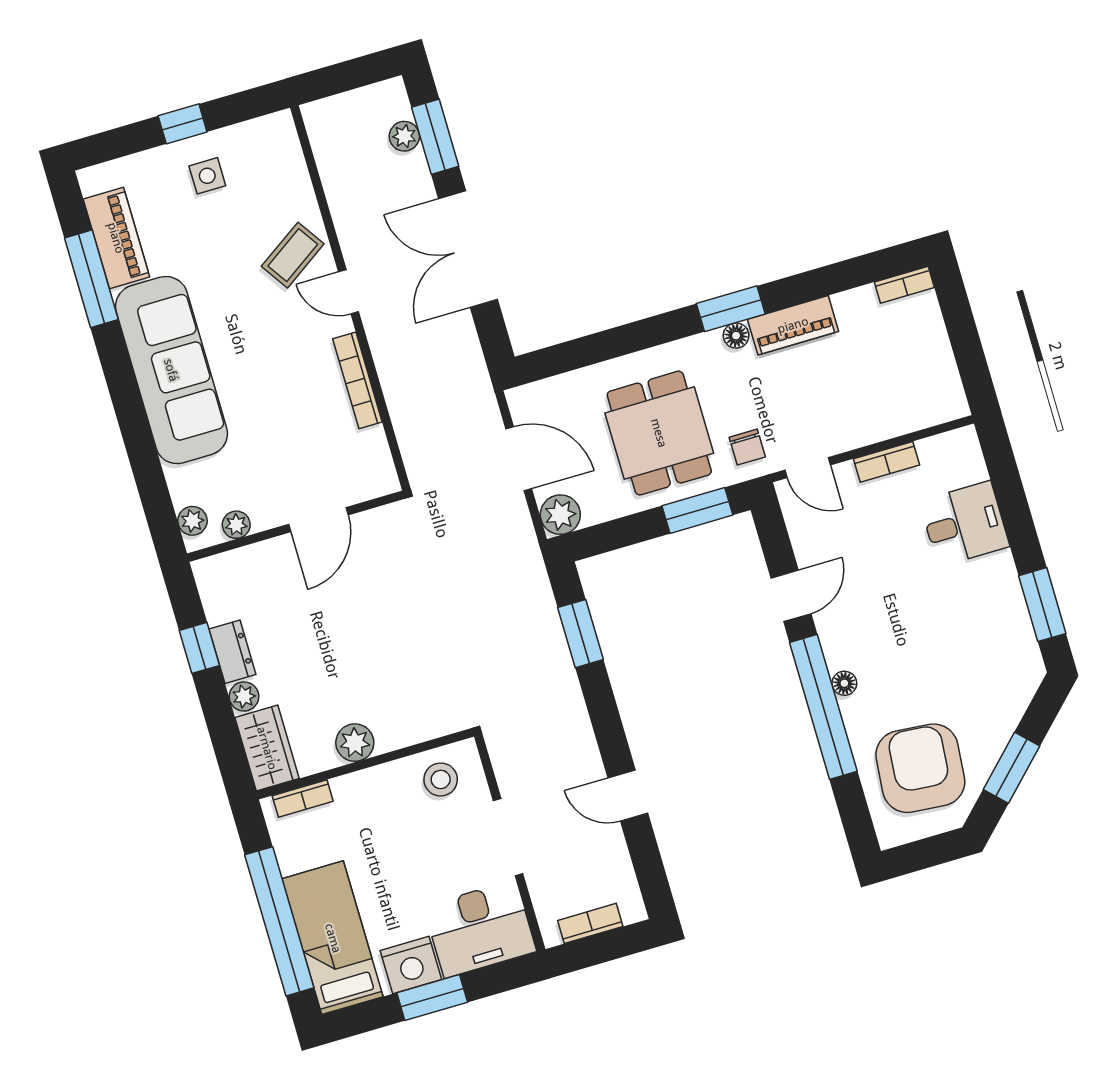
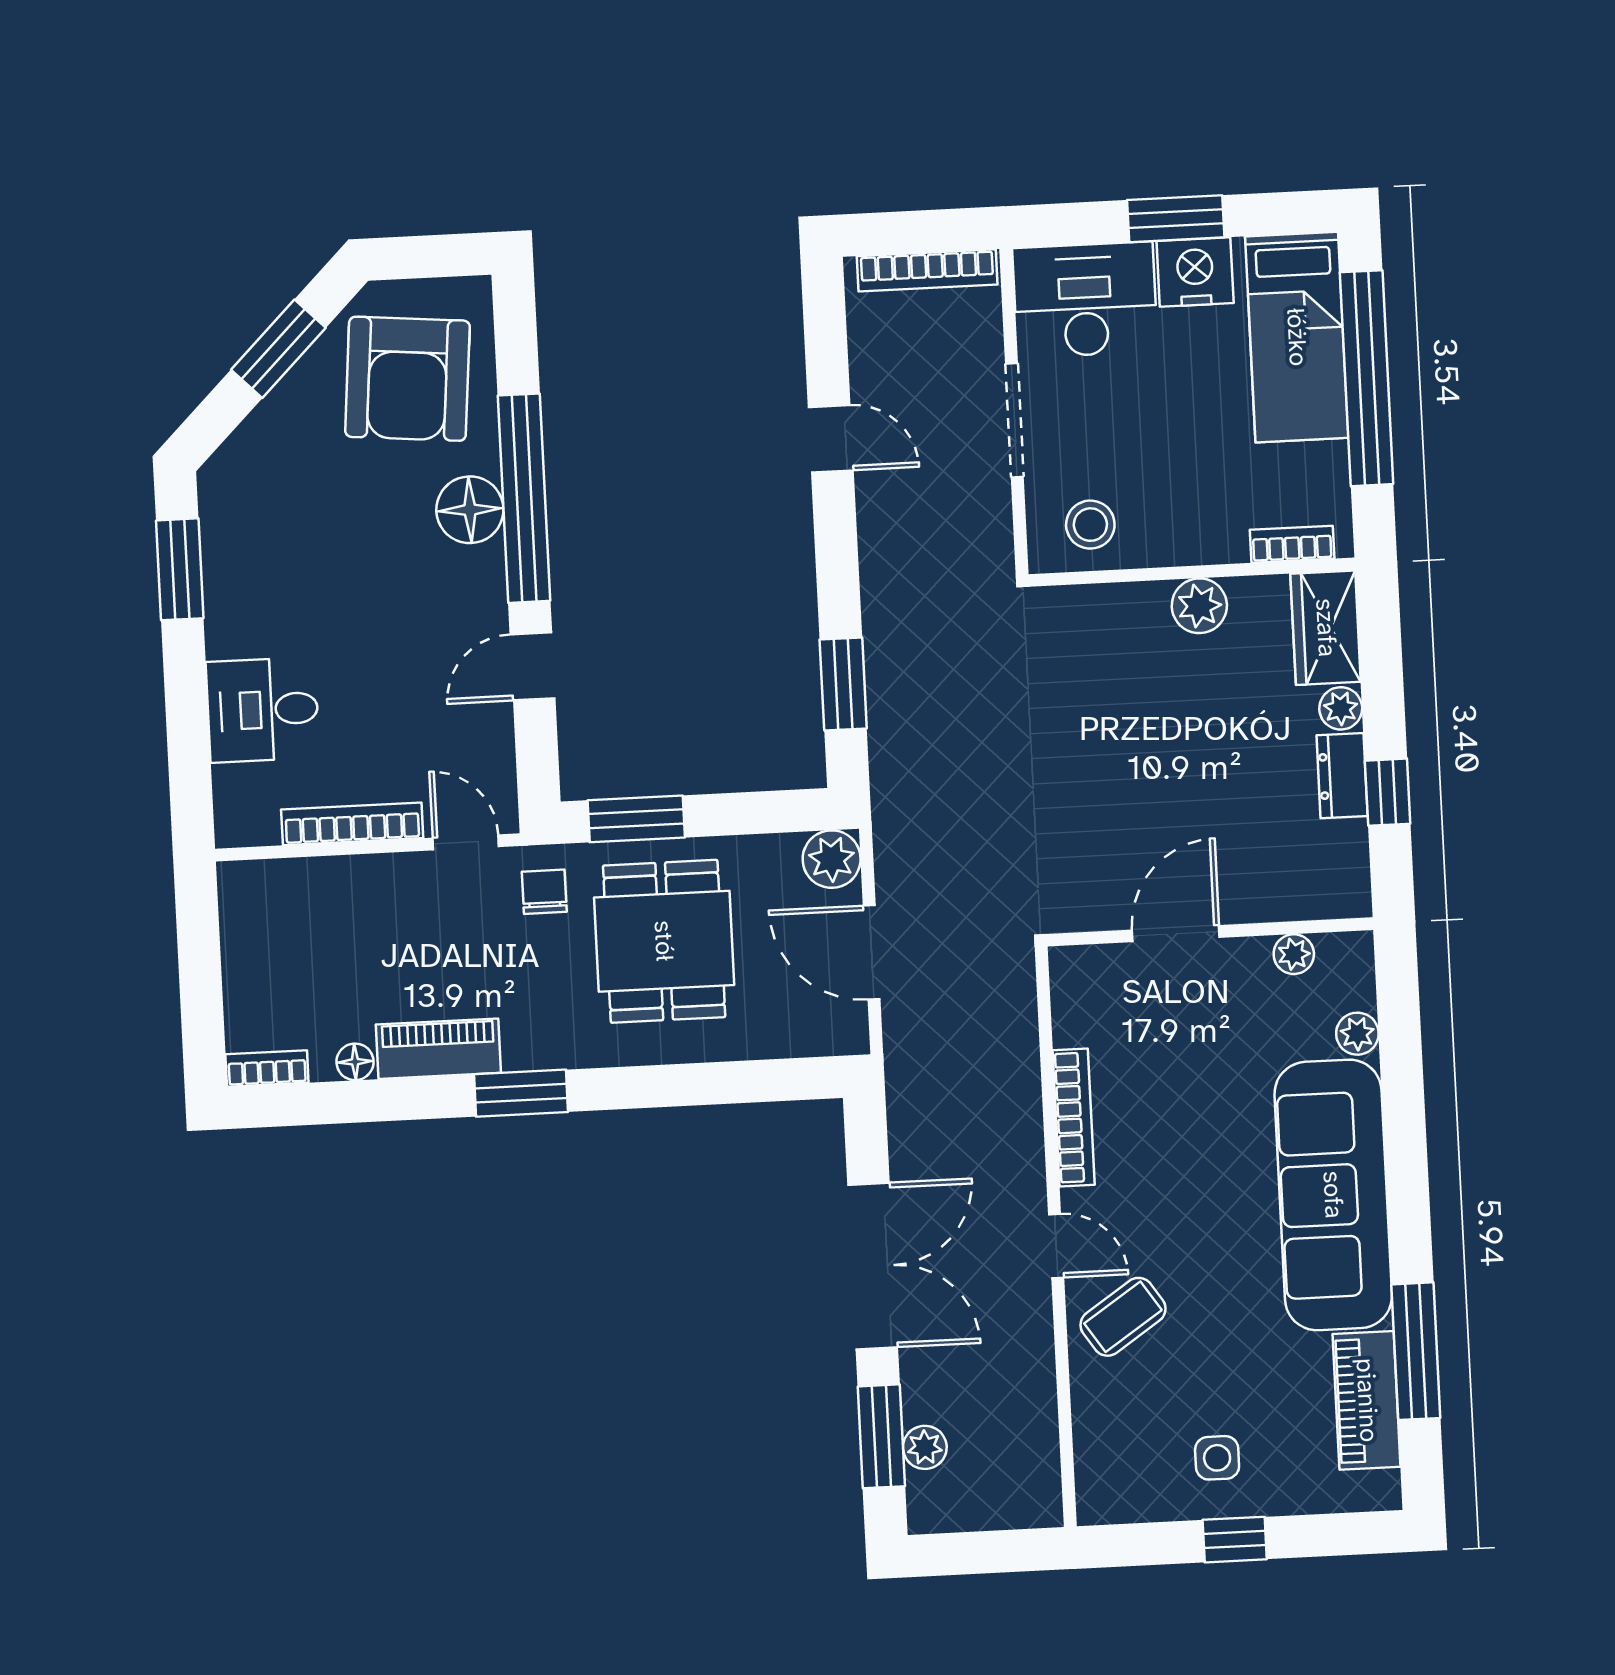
floor lamp: (736, 336) -> (355, 1062), moved
bookcase: (886, 462) -> (352, 824), width x1.56
plant: (192, 521) -> (1357, 1034), moved
floor lamp: (844, 683) -> (470, 510), width x1.89, depth x1.89
bookcase: (590, 923) -> (927, 270), width x1.56

